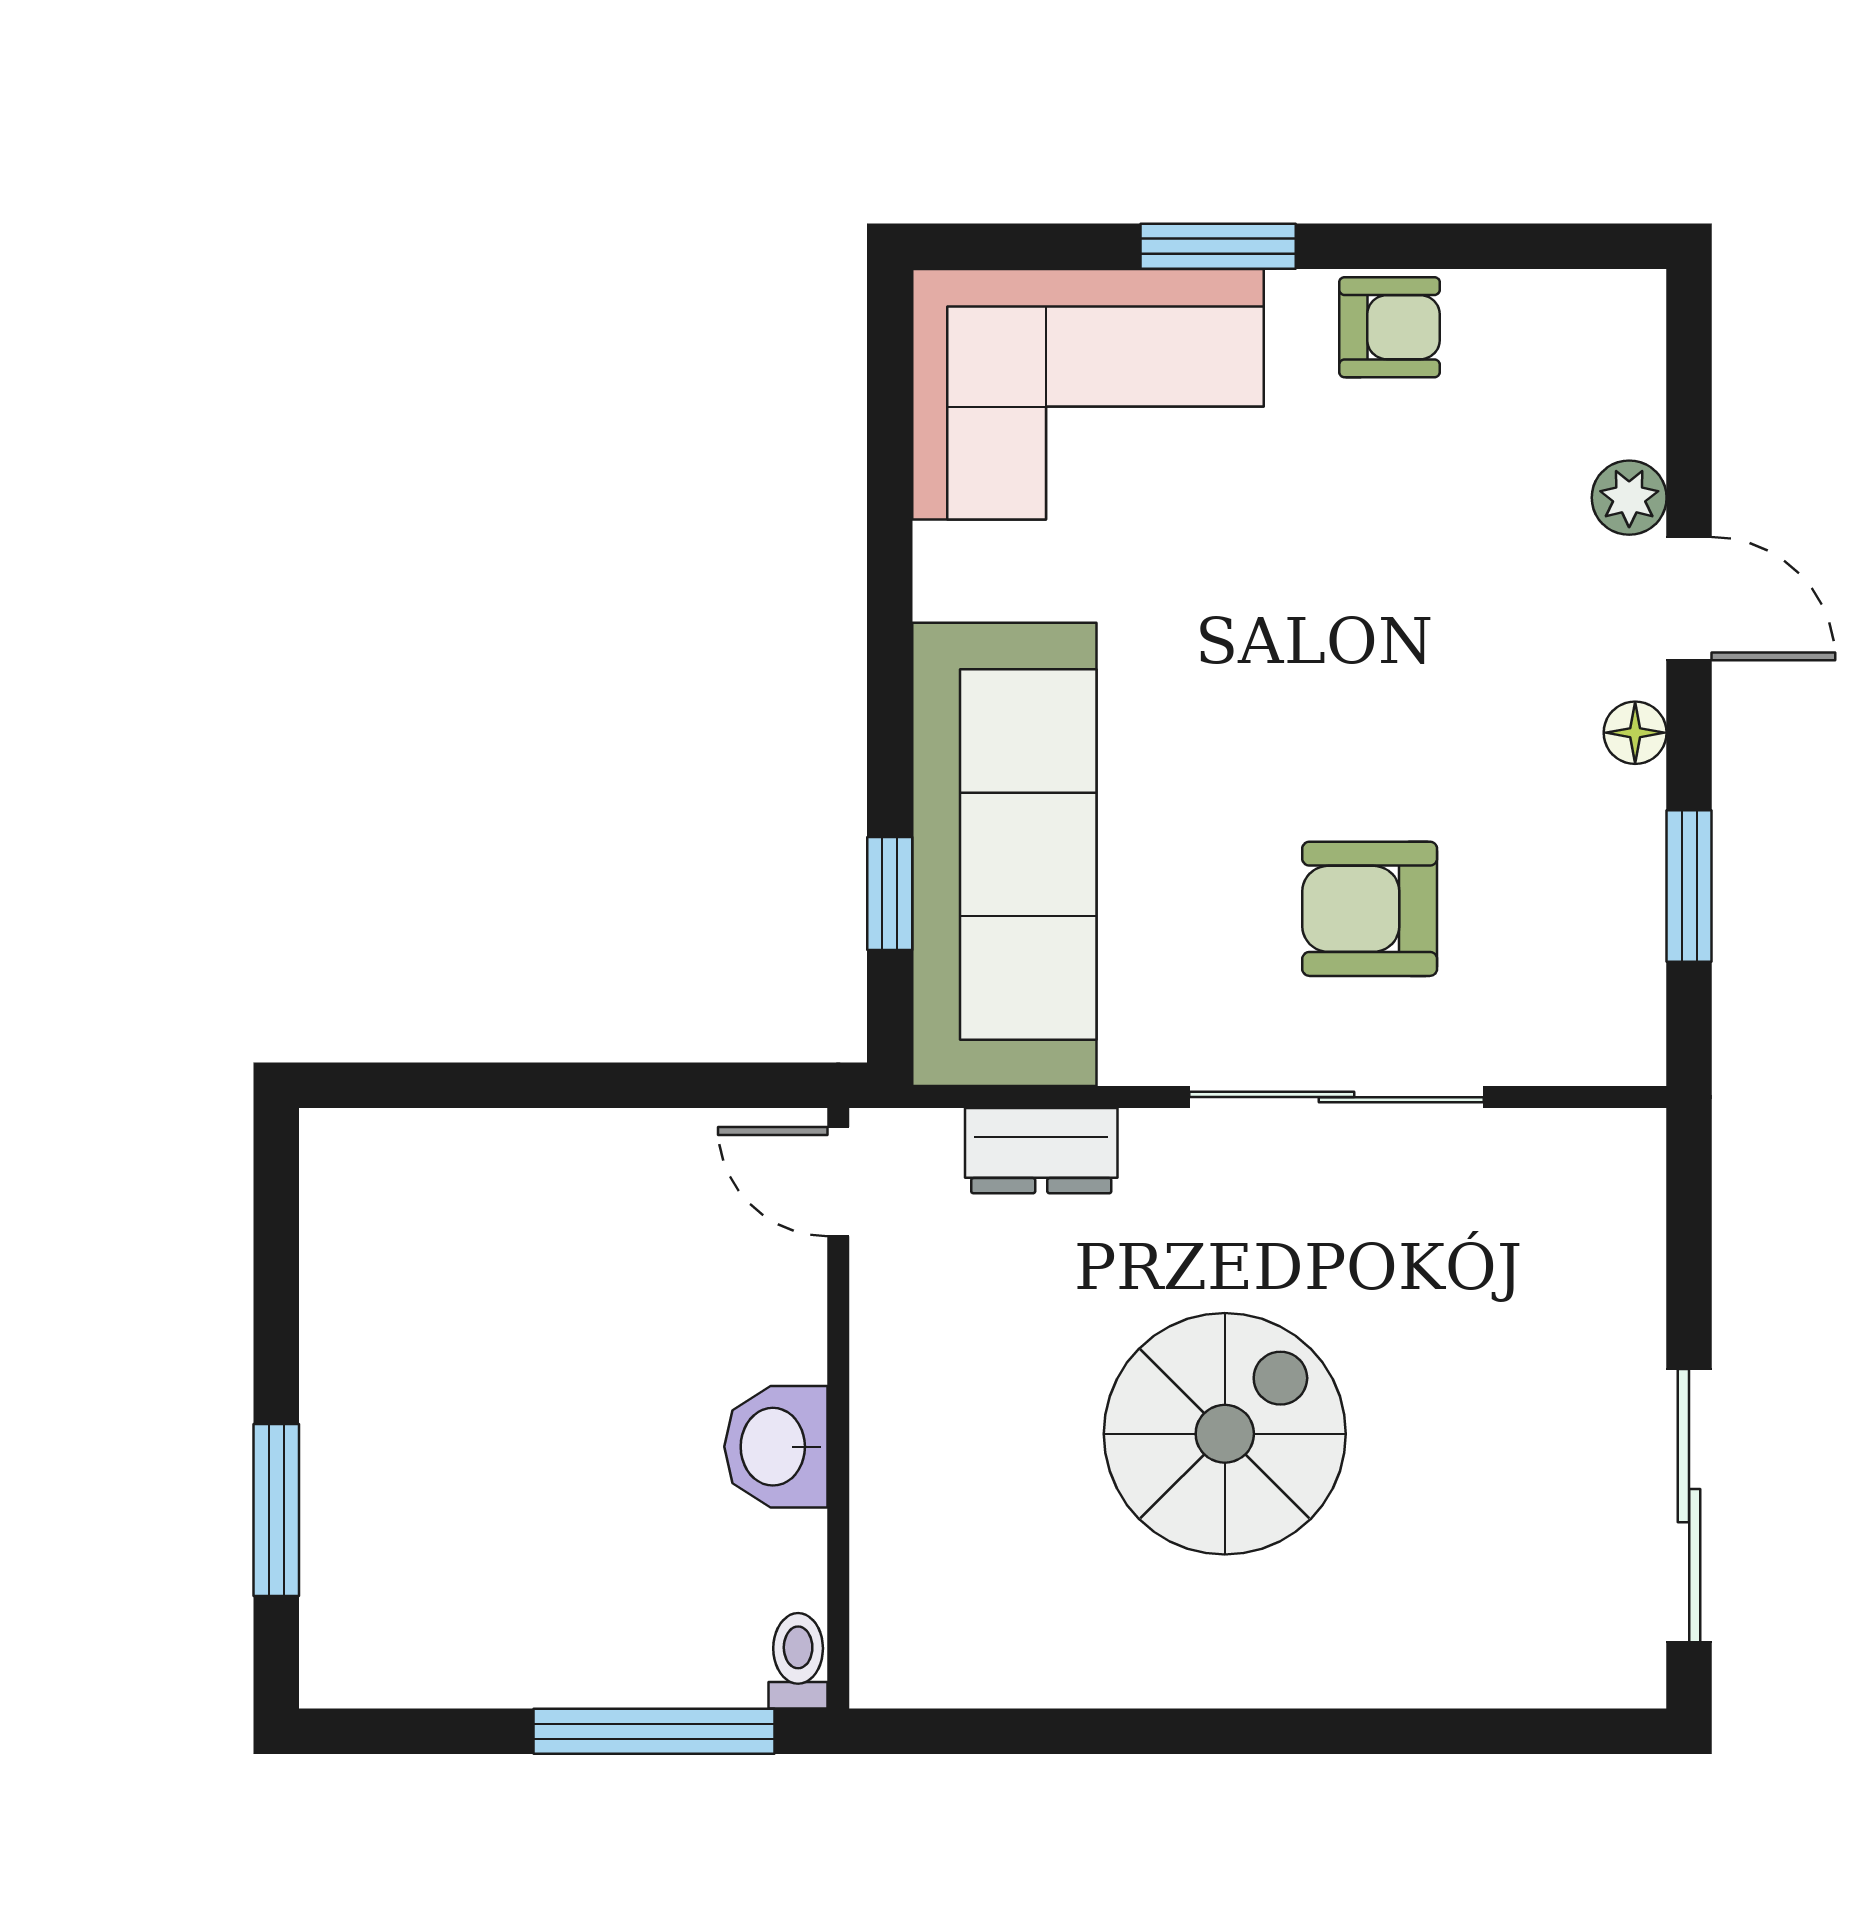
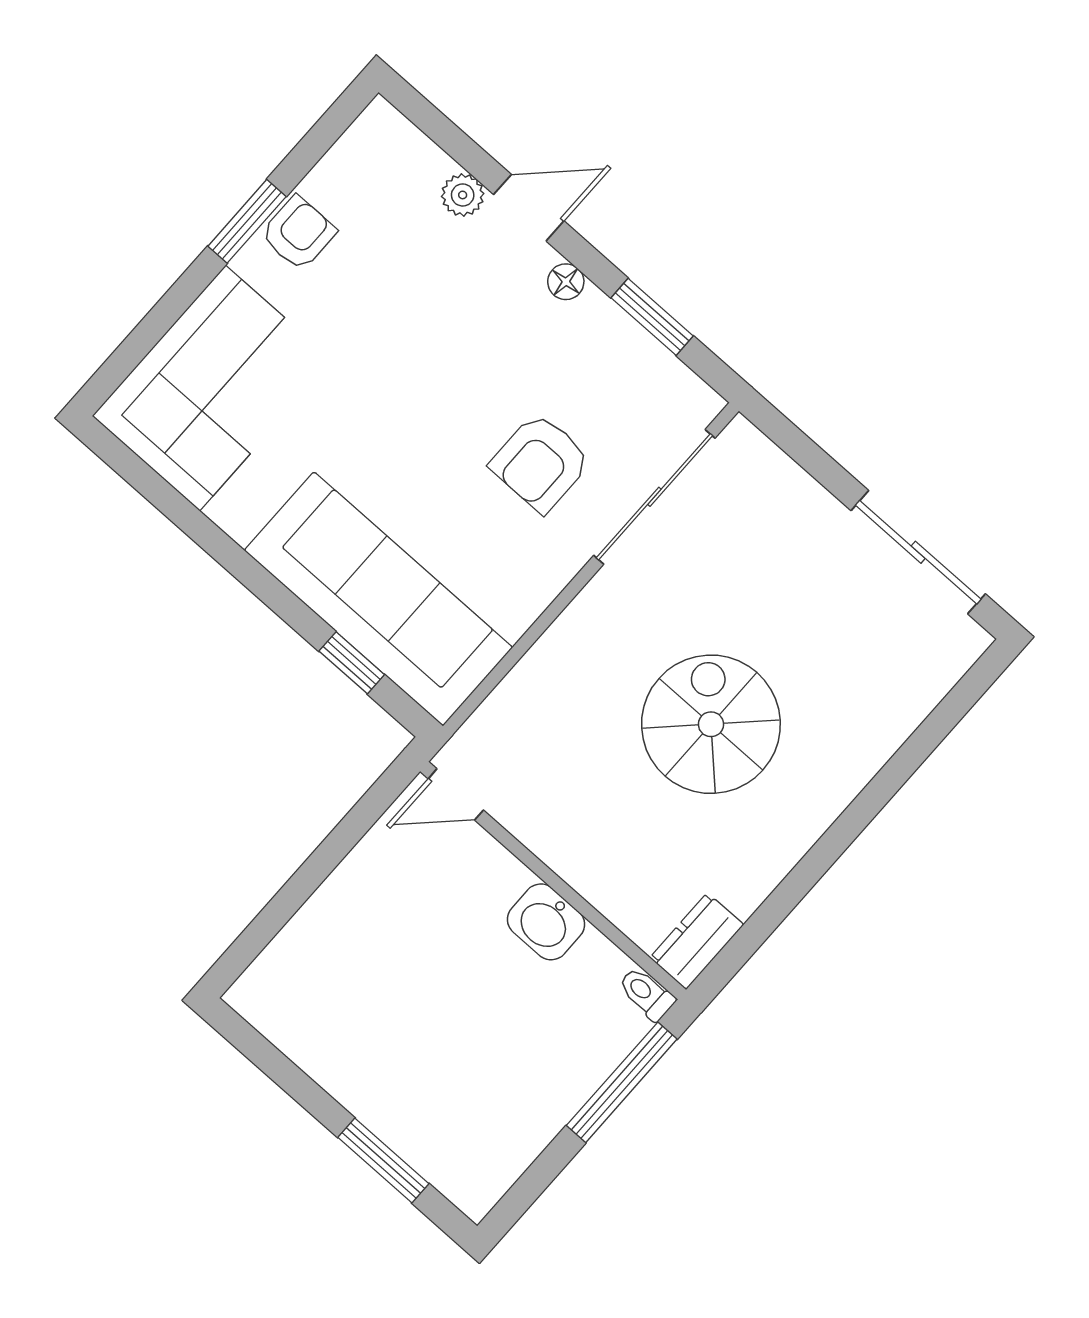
window: (1218, 246) -> (247, 221), moved
sliding door: (1336, 1097) -> (654, 497), moved
dresser: (1041, 1151) -> (697, 941), moved, turned 180

